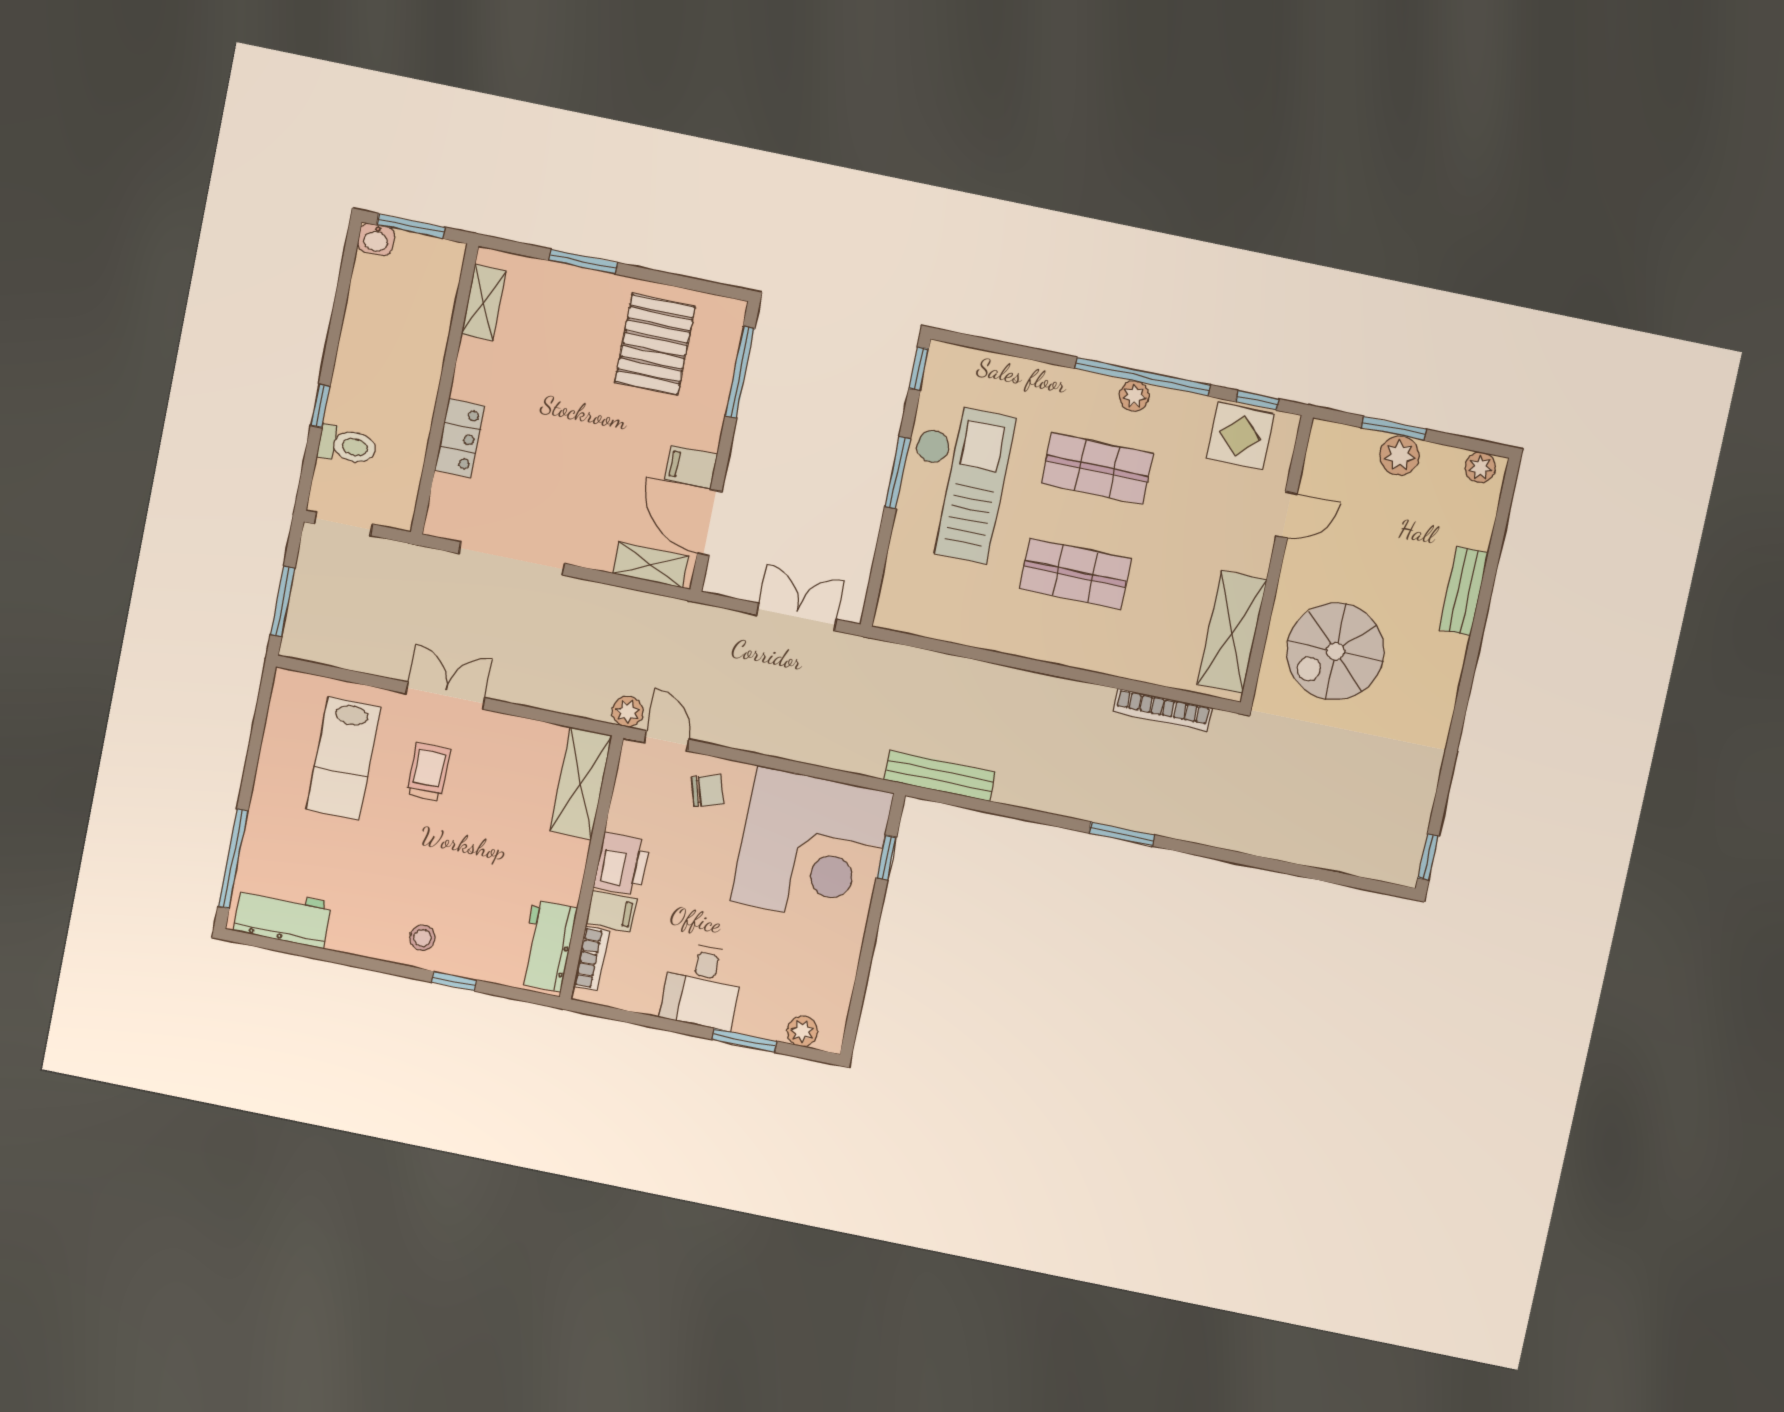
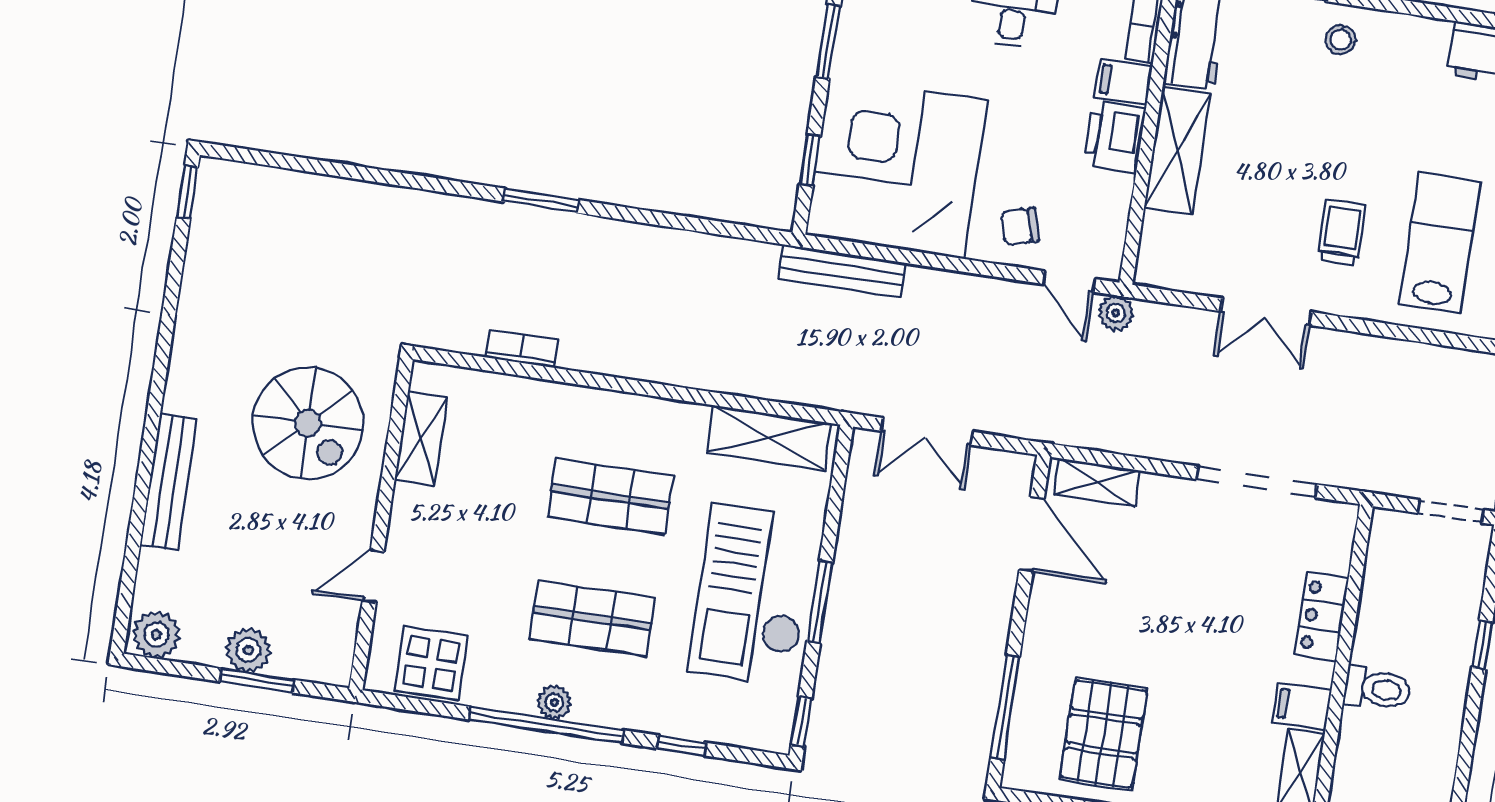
window: (1257, 400) -> (682, 746), moved
toilet: (347, 445) -> (1377, 689), moved, turned 180
filing cabinet: (691, 467) -> (1302, 706), moved, turned 180
plant: (1480, 467) -> (156, 635), width x1.38, depth x1.38
bench: (1464, 591) -> (168, 482), width x1.36
shelving: (935, 618) -> (769, 438), added
shelving: (1232, 632) -> (421, 438), width x0.67, depth x0.75
spiral stairs: (1335, 651) -> (308, 423), turned 90
double door: (445, 696) -> (1266, 312), moved
bookcase: (1162, 710) -> (522, 349), width x0.64
trolley: (428, 772) -> (1341, 232), turned 180
bench: (940, 776) -> (842, 271), moved
shelving: (581, 783) -> (1177, 151), moved
window: (866, 959) -> (828, 42), added

